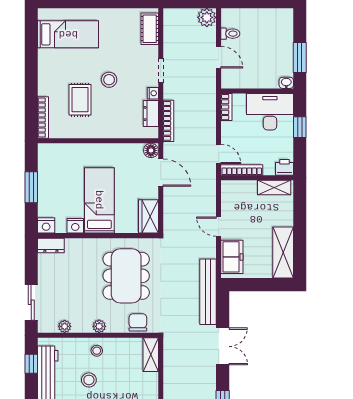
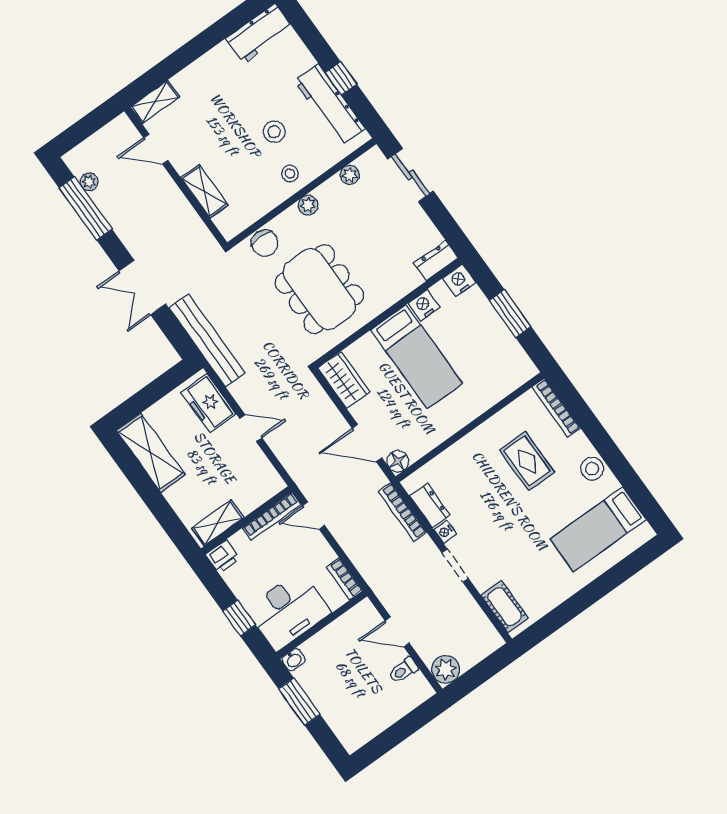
stool: (109, 80) -> (592, 469), moved
shelving: (151, 355) -> (204, 191), moved
window: (31, 364) -> (341, 78), moved

